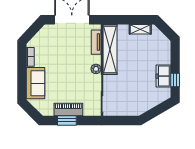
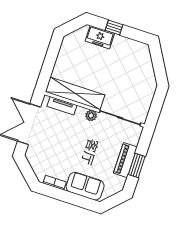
shelving: (140, 29) -> (64, 53), removed
freezer: (163, 76) -> (100, 37), moved
window: (175, 80) -> (114, 28), moved

